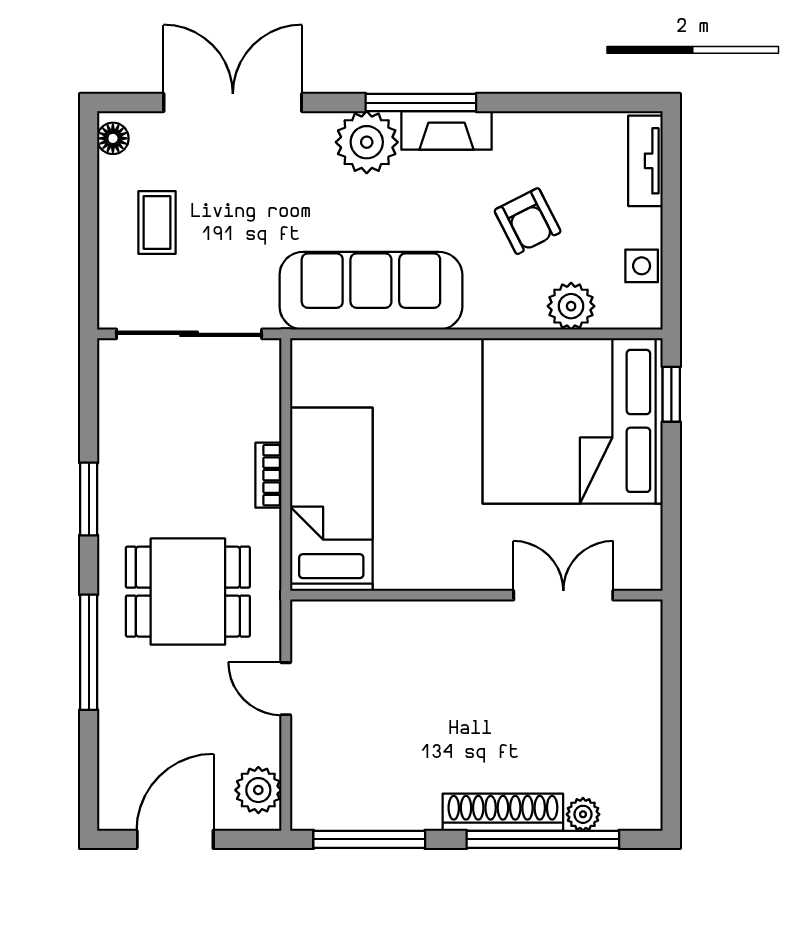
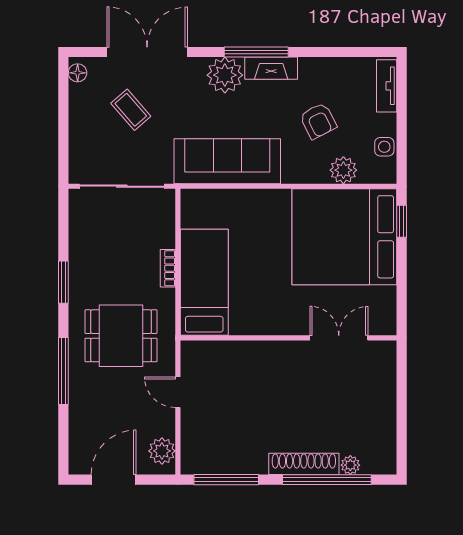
coffee table: (157, 223) -> (131, 110), moved, turned -41

